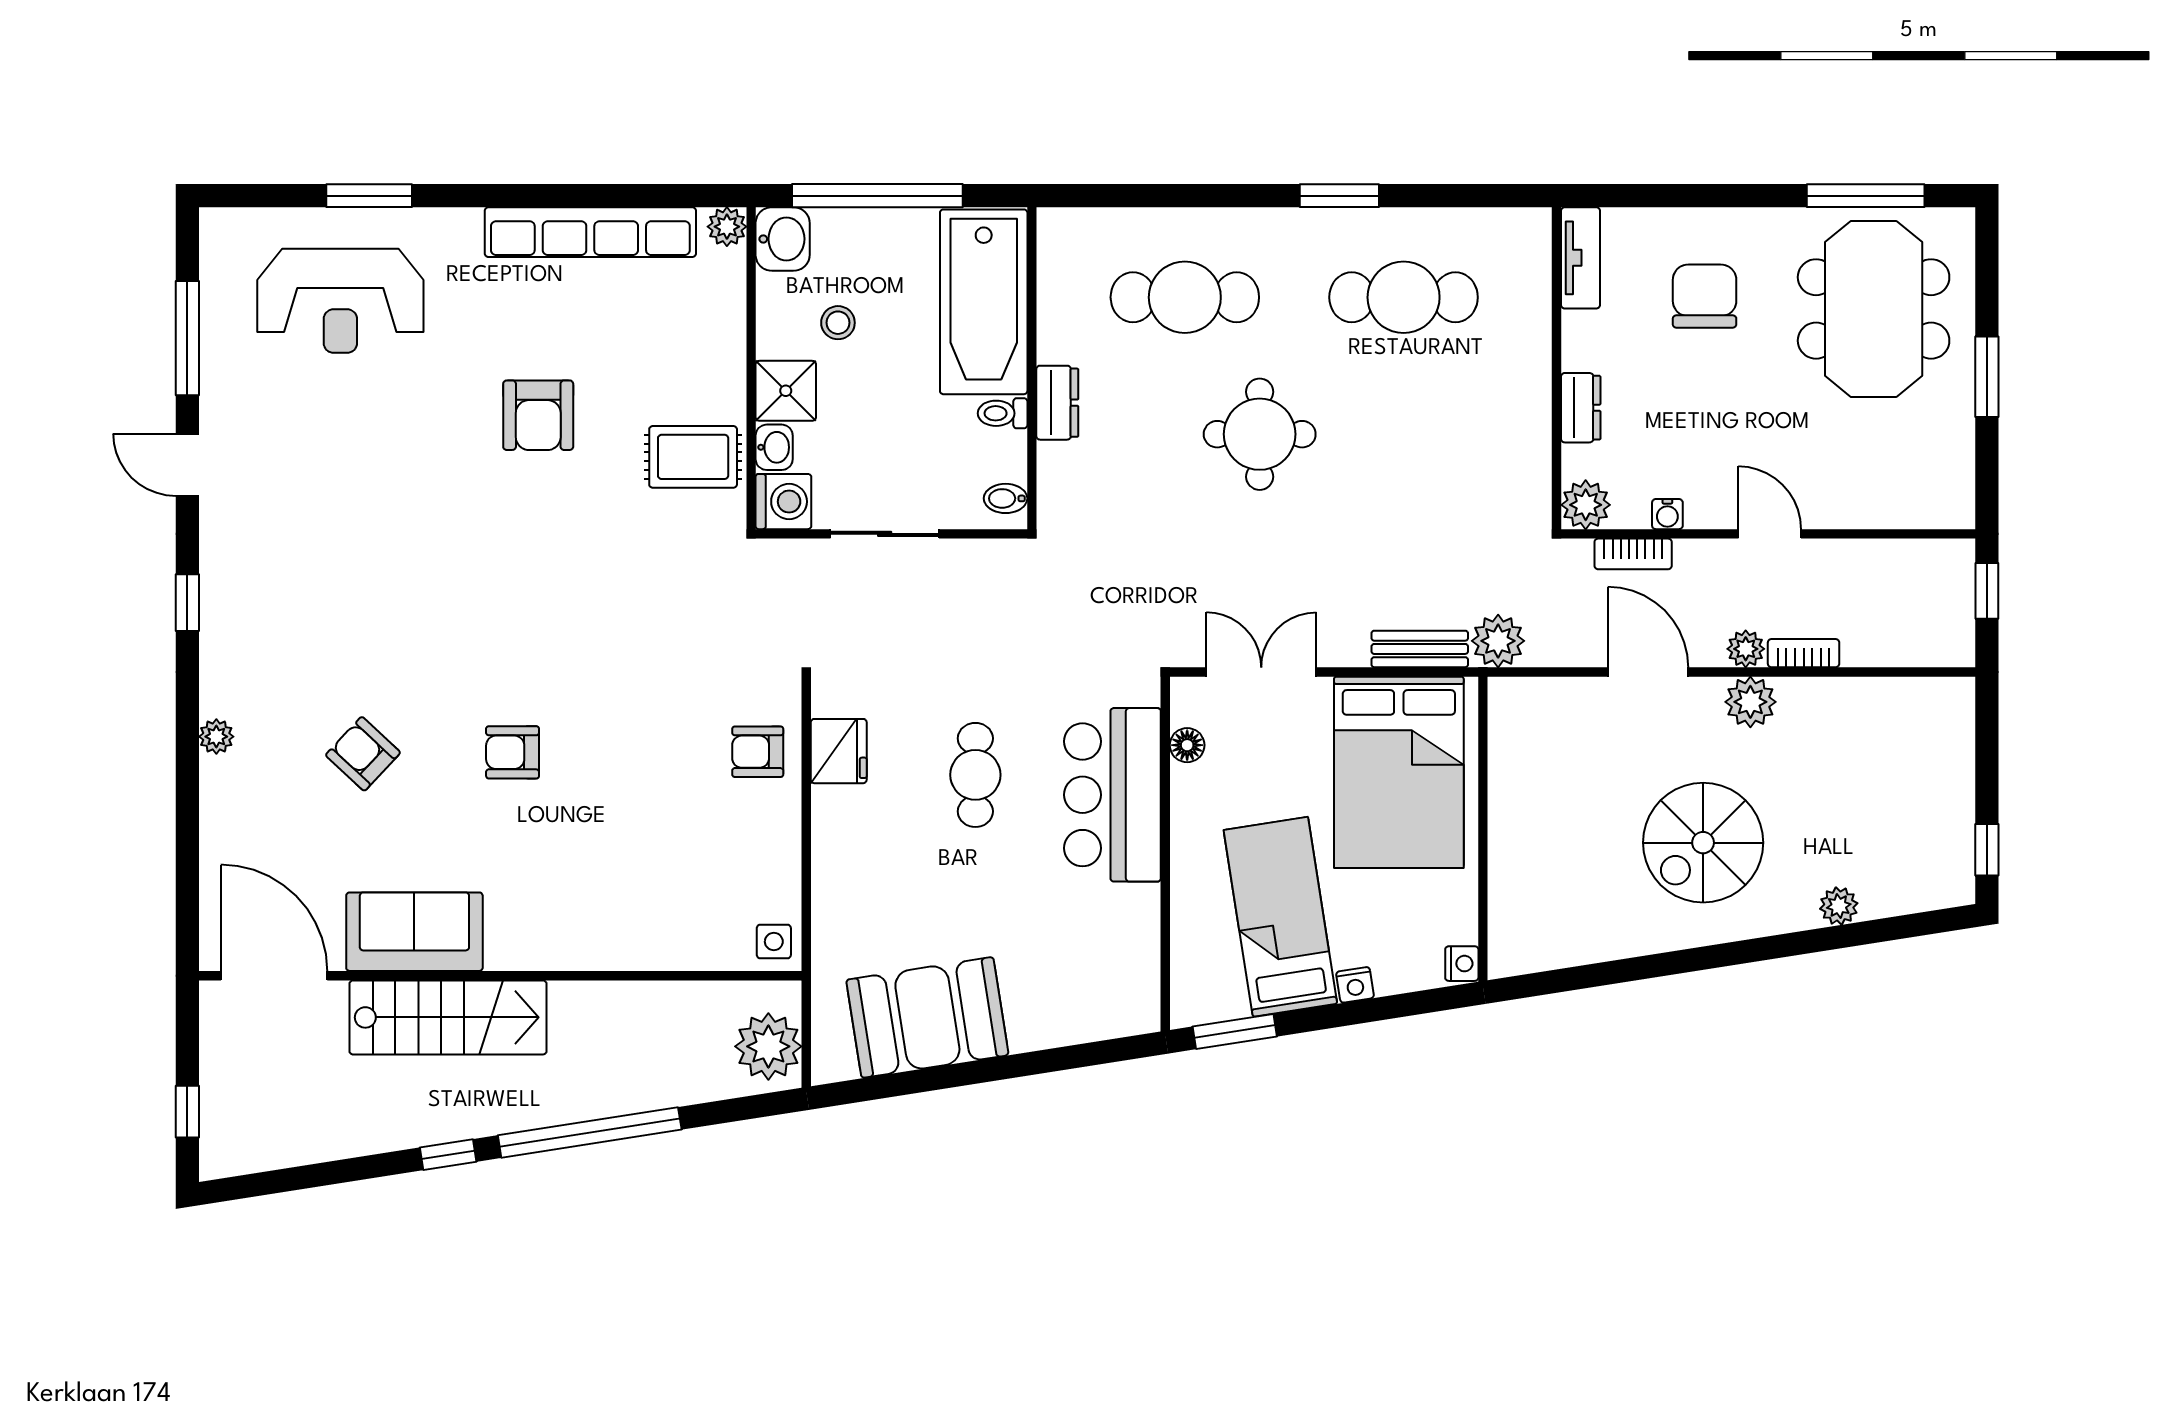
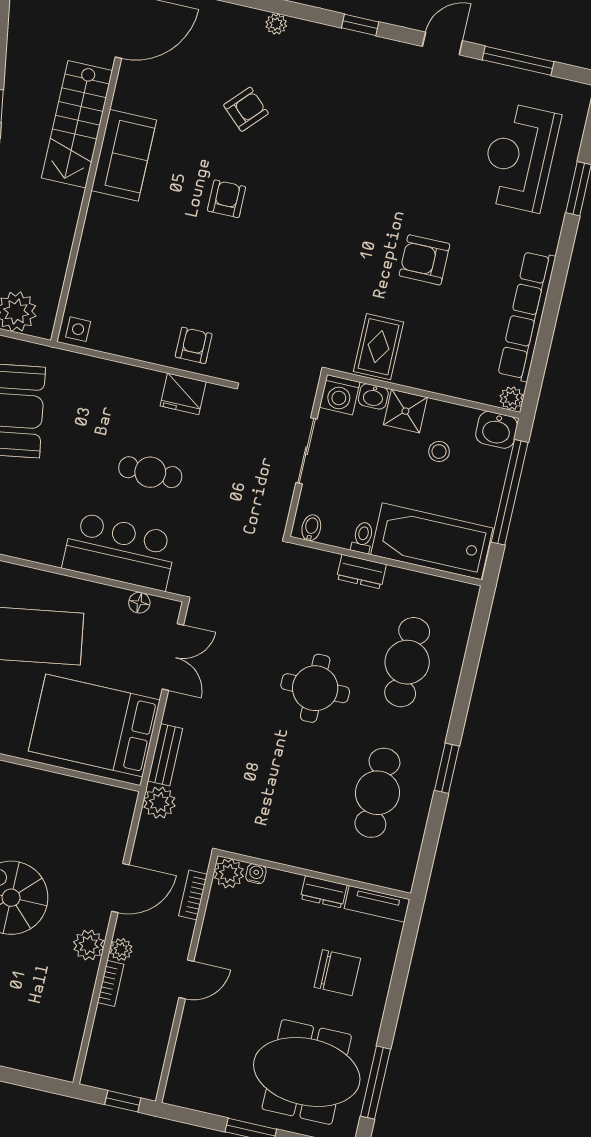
dresser: (1581, 408) -> (324, 892), moved
water cooler: (1667, 514) -> (256, 874), moved, turned 90
sofa: (414, 932) -> (124, 155), moved

